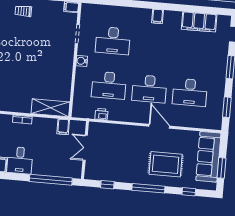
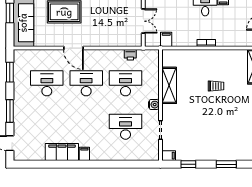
trolley: (23, 11) -> (216, 86), moved
filing cabinet: (199, 22) -> (62, 152), moved
shelving: (50, 108) -> (169, 85), moved, turned 90

